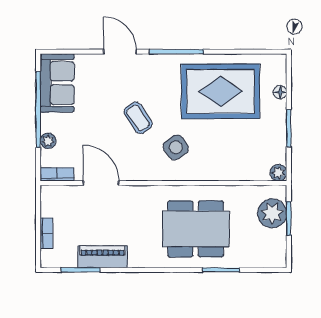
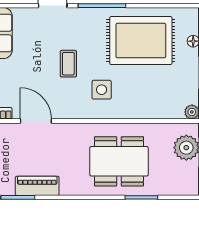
coffee table: (138, 118) -> (68, 64), turned 34
side table: (176, 147) -> (102, 90), turned 35

